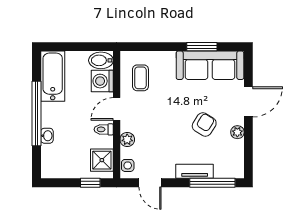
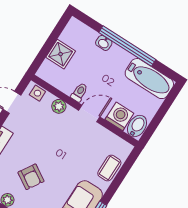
coffee table: (140, 78) -> (109, 168), moved, turned 90
door: (117, 109) -> (89, 114), hinge flipped
shower: (102, 160) -> (61, 54), moved
window: (90, 183) -> (43, 54), removed

